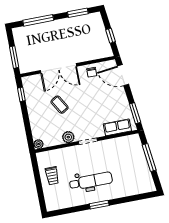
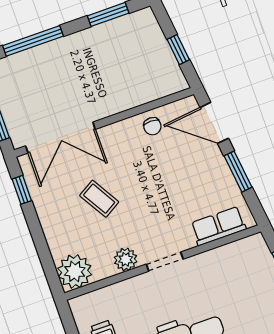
double door: (58, 68) -> (60, 138), moved
window: (135, 113) -> (238, 172), moved
plant: (39, 144) -> (75, 271), width x1.87, depth x1.87

